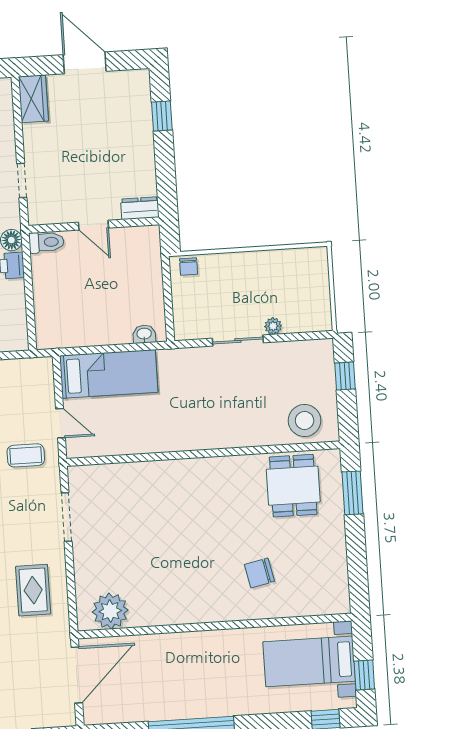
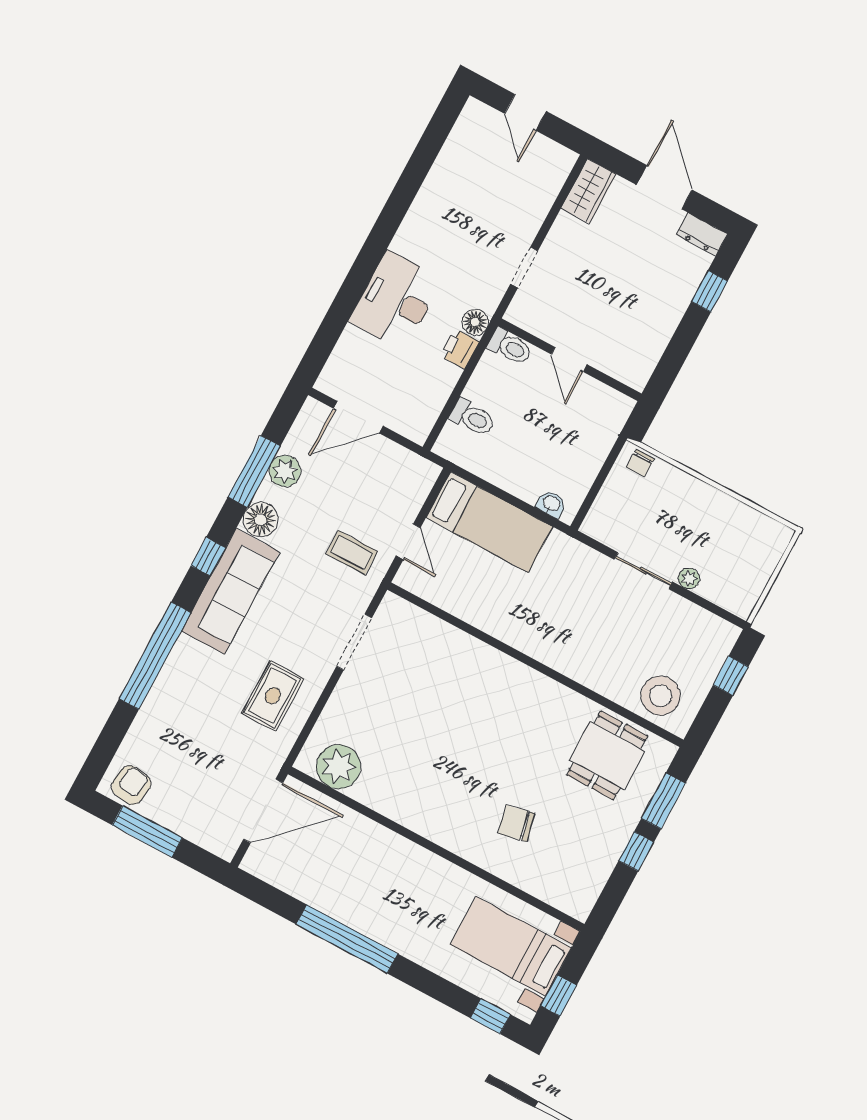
dresser: (140, 208) -> (702, 234), moved, turned 180
toilet: (51, 308) -> (472, 418), added
window: (356, 540) -> (636, 851), added

